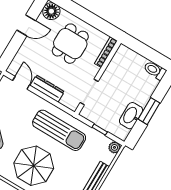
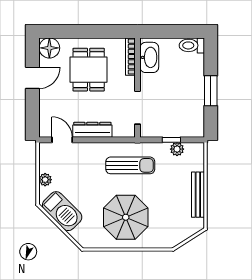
washbasin: (131, 116) -> (149, 57), moved, turned 180
sun lounger: (59, 130) -> (130, 165), width x0.73, depth x0.75
plant: (114, 147) -> (177, 149), moved

